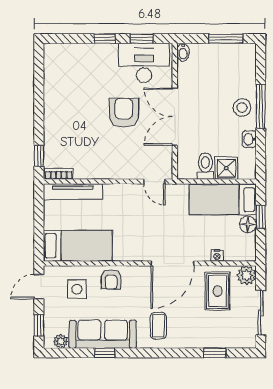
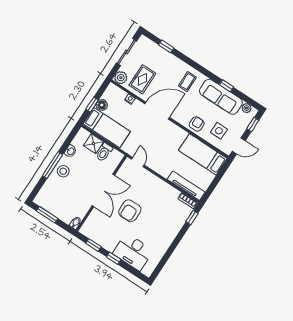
desk: (144, 63) -> (133, 252), moved

